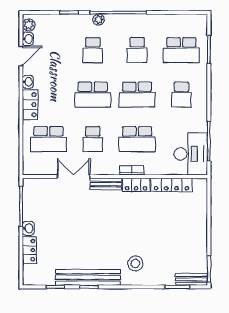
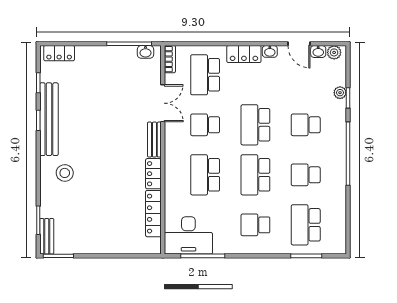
plant: (99, 20) -> (340, 93), moved
bookcase: (132, 170) -> (170, 59), moved
washbasin: (28, 228) -> (146, 52), moved
locker: (29, 250) -> (59, 53), moved

